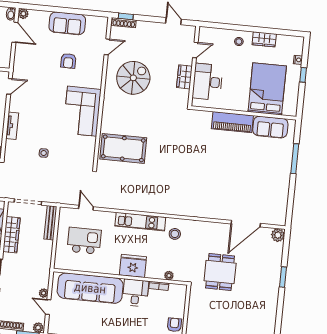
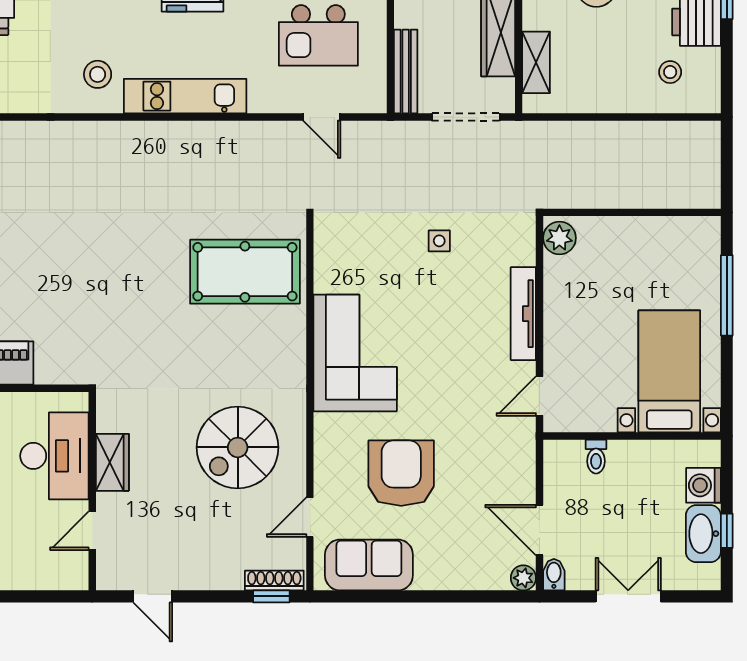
sofa: (67, 23) -> (369, 565), moved
armchair: (68, 61) -> (401, 473), width x1.88, depth x1.88
tv unit: (12, 126) -> (523, 314), width x1.41

